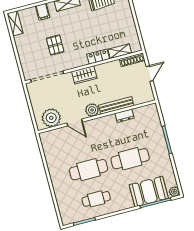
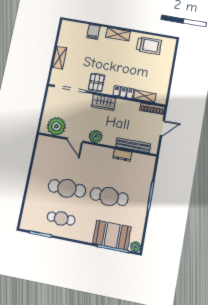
shelving: (15, 23) -> (59, 58), moved
pallet: (55, 45) -> (96, 83), moved
bench: (116, 105) -> (133, 145), moved

